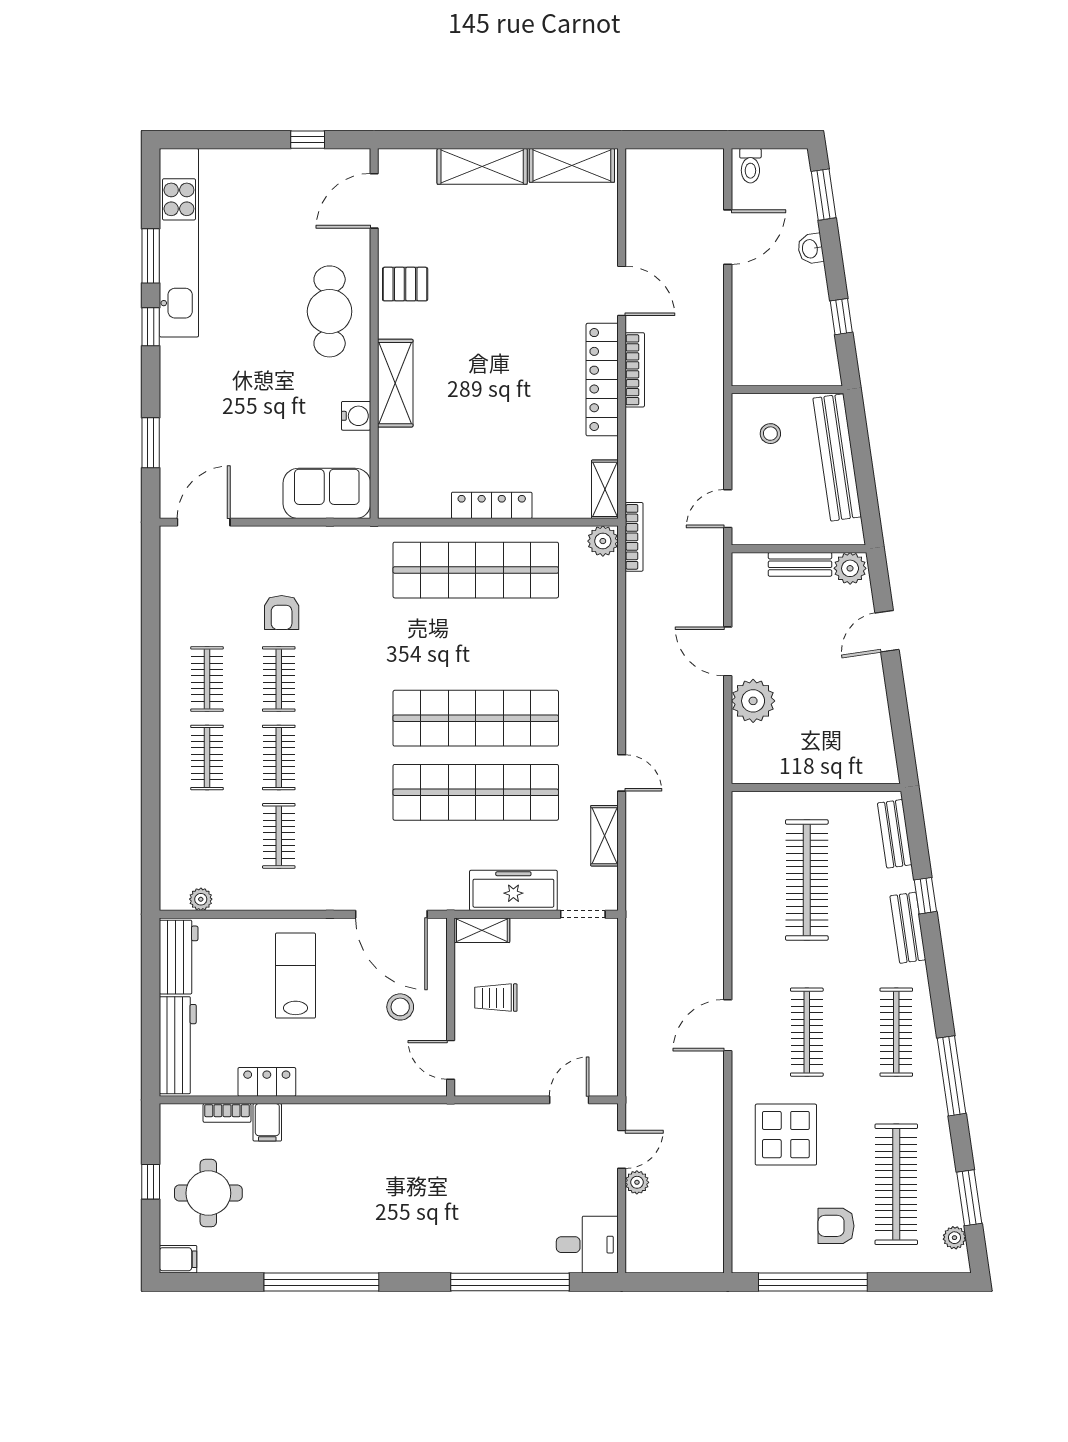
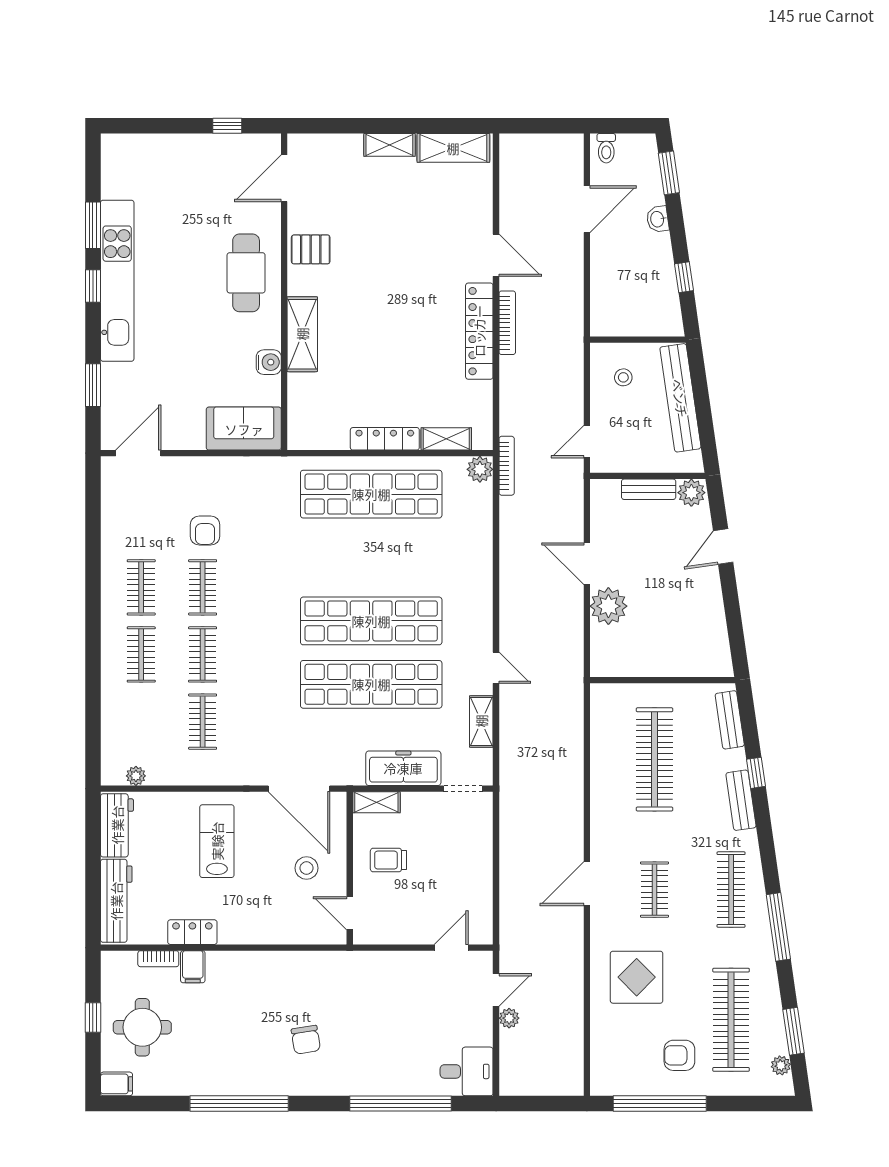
shelving: (482, 166) -> (389, 145), width x0.67, depth x0.75
kitchen unit: (179, 243) -> (117, 281), moved
shelving: (605, 489) -> (446, 439), moved, turned 90
clothes rail: (807, 1032) -> (654, 890), width x0.73
chair: (399, 1208) -> (306, 1040), added

